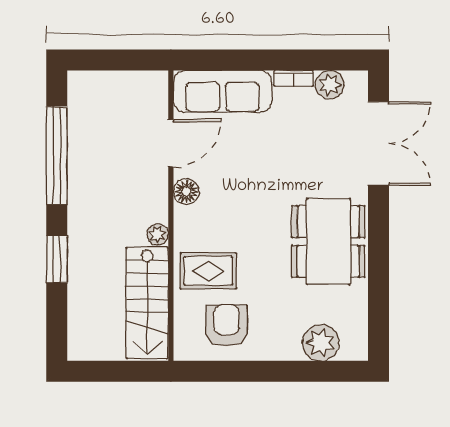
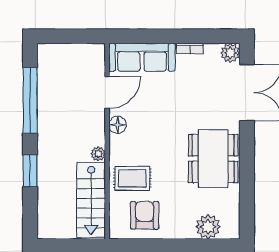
plant: (330, 85) -> (230, 53), moved

